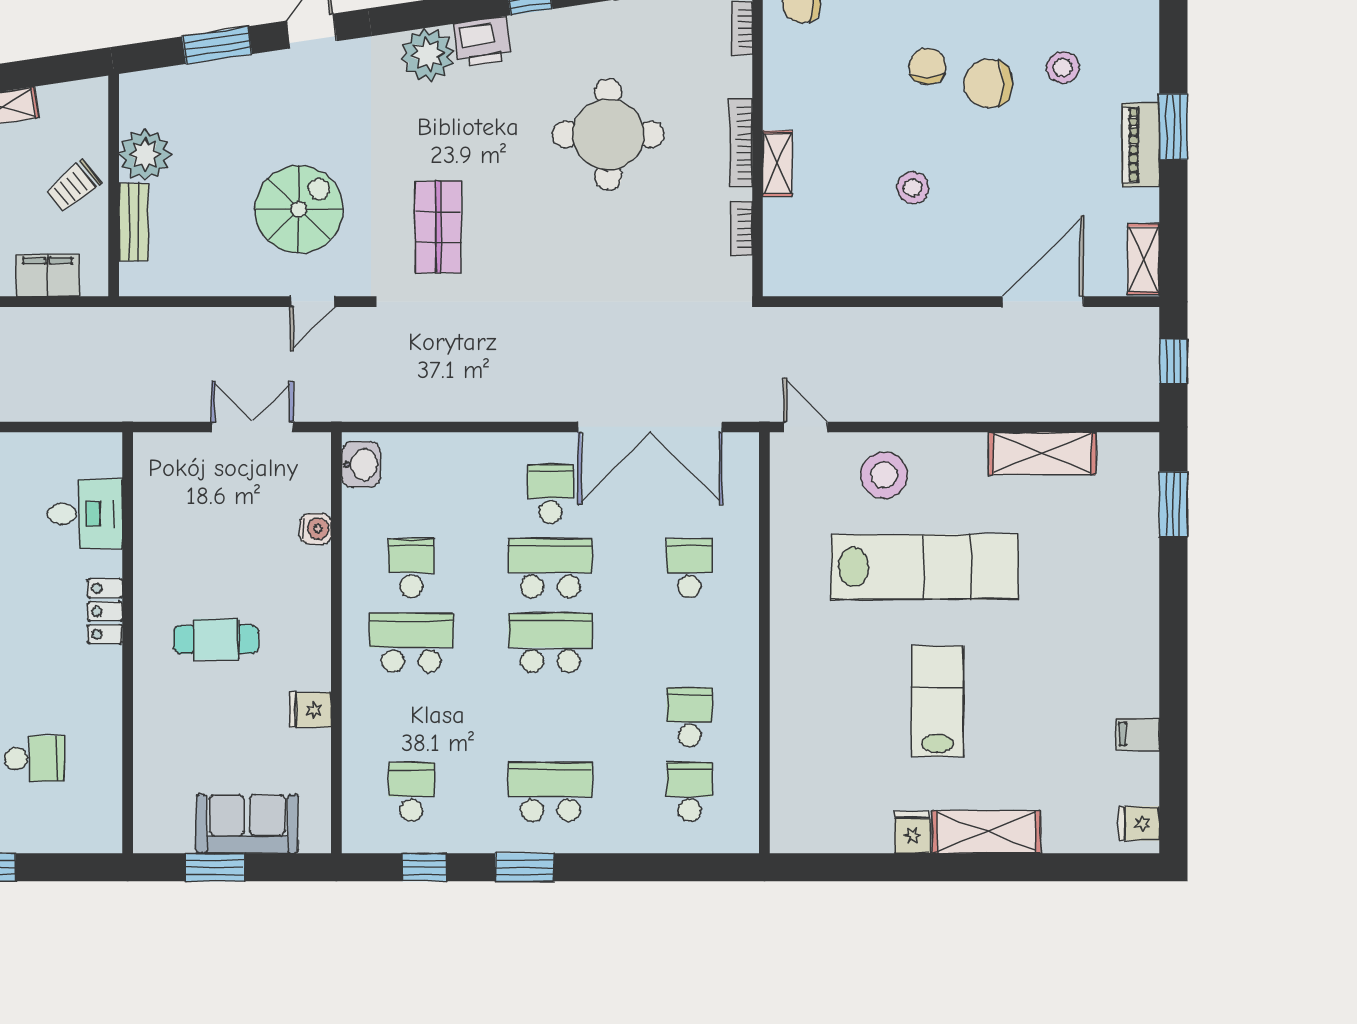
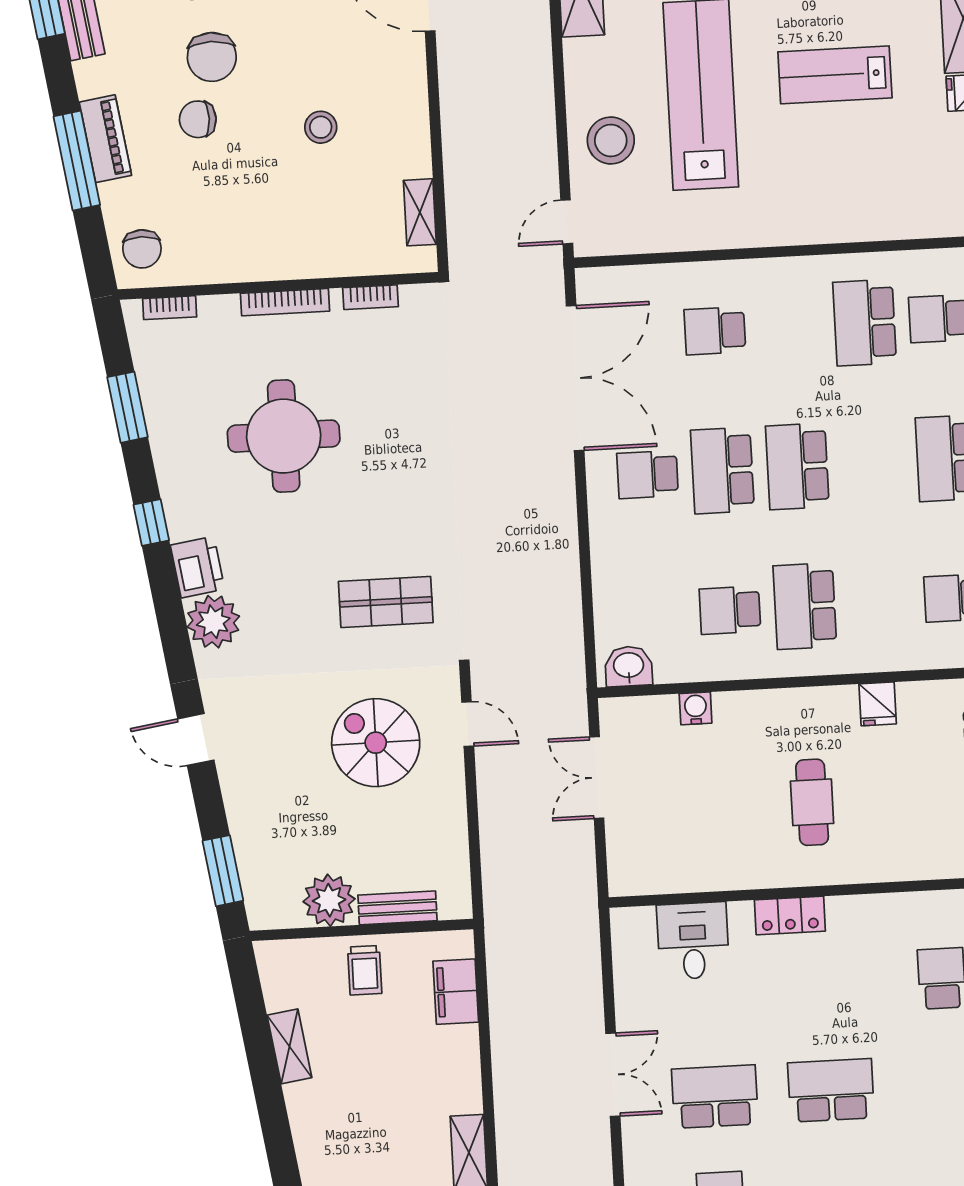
window: (217, 45) -> (223, 871), moved
shelving: (777, 164) -> (420, 212), moved, turned 90
trolley: (73, 186) -> (365, 970), turned 40
school desk: (690, 717) -> (865, 323), width x1.85

